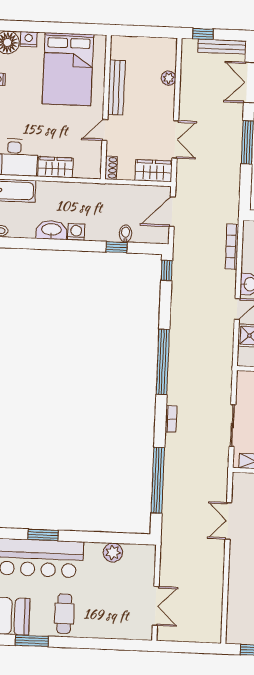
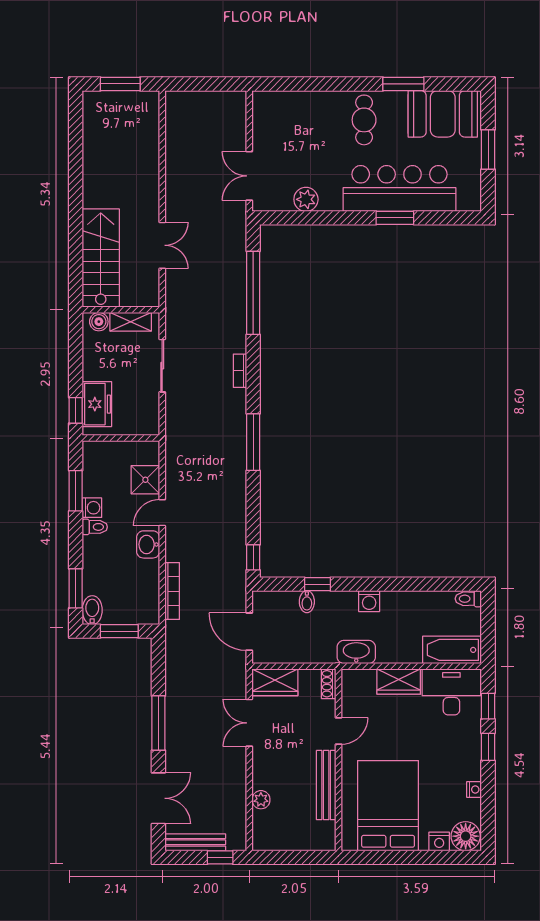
door: (172, 212) -> (249, 632), swing flipped
washbasin: (51, 230) -> (356, 652), moved, turned 180
window: (163, 362) -> (253, 442), width x0.68
double door: (156, 606) -> (249, 176), moved

